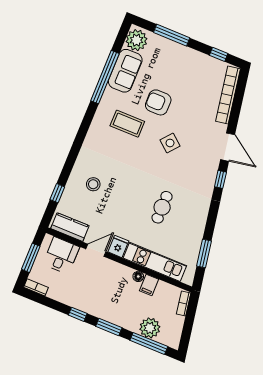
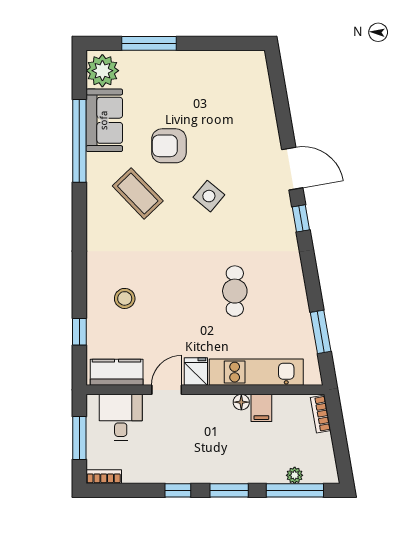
window: (219, 54) -> (226, 43), removed
bookcase: (228, 95) -> (263, 95), removed
coffee table: (127, 124) -> (138, 193), turned 46
plant: (150, 328) -> (295, 475), width x0.53, depth x0.53

